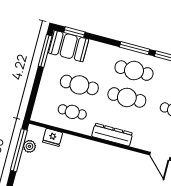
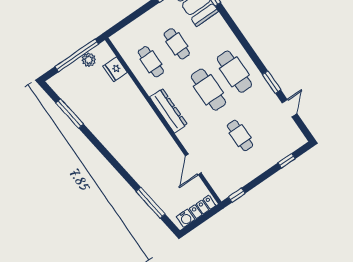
window: (134, 48) -> (251, 53), removed
cafe table: (79, 85) -> (177, 44), width x0.73, depth x0.74

